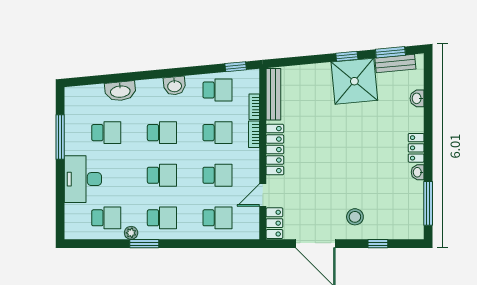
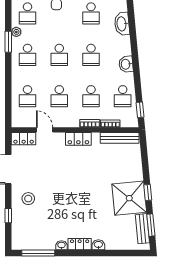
washbasin: (417, 98) -> (98, 245), moved
locker: (275, 150) -> (78, 139), width x0.66

